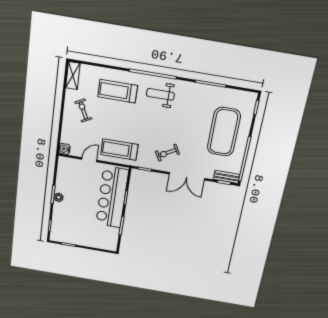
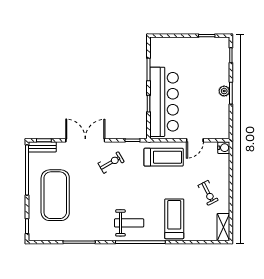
treadmill: (118, 91) -> (174, 219), turned -90

